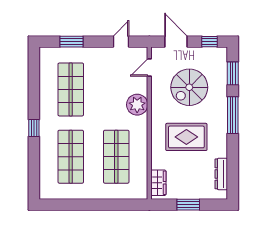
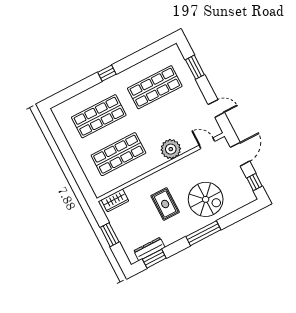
window: (233, 73) -> (154, 259), moved
spiral stairs: (189, 87) -> (206, 199), moved, turned 180
rug: (186, 137) -> (165, 204), width x0.73, depth x0.70

